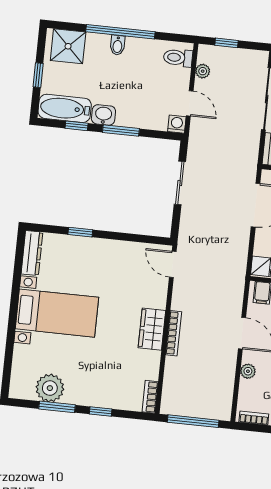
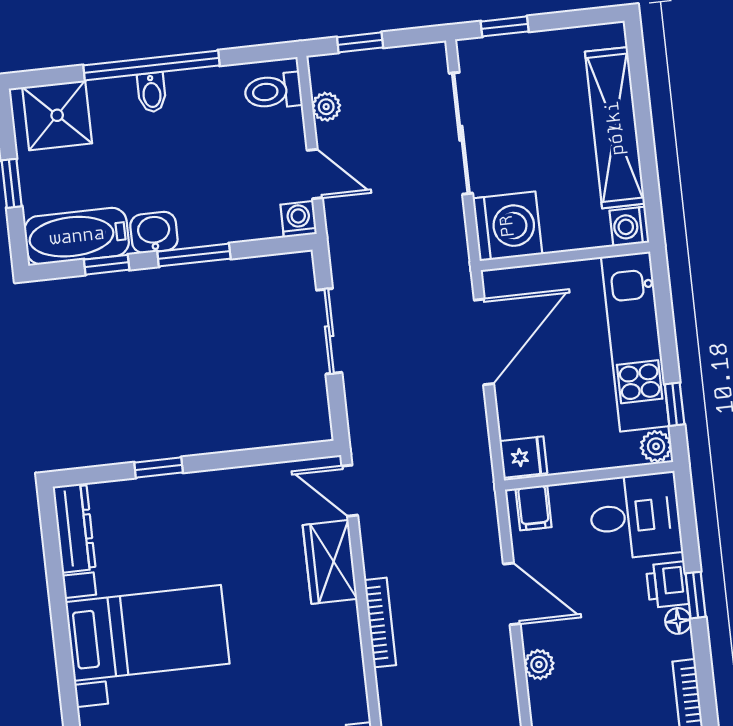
wardrobe: (152, 329) -> (330, 562), moved

